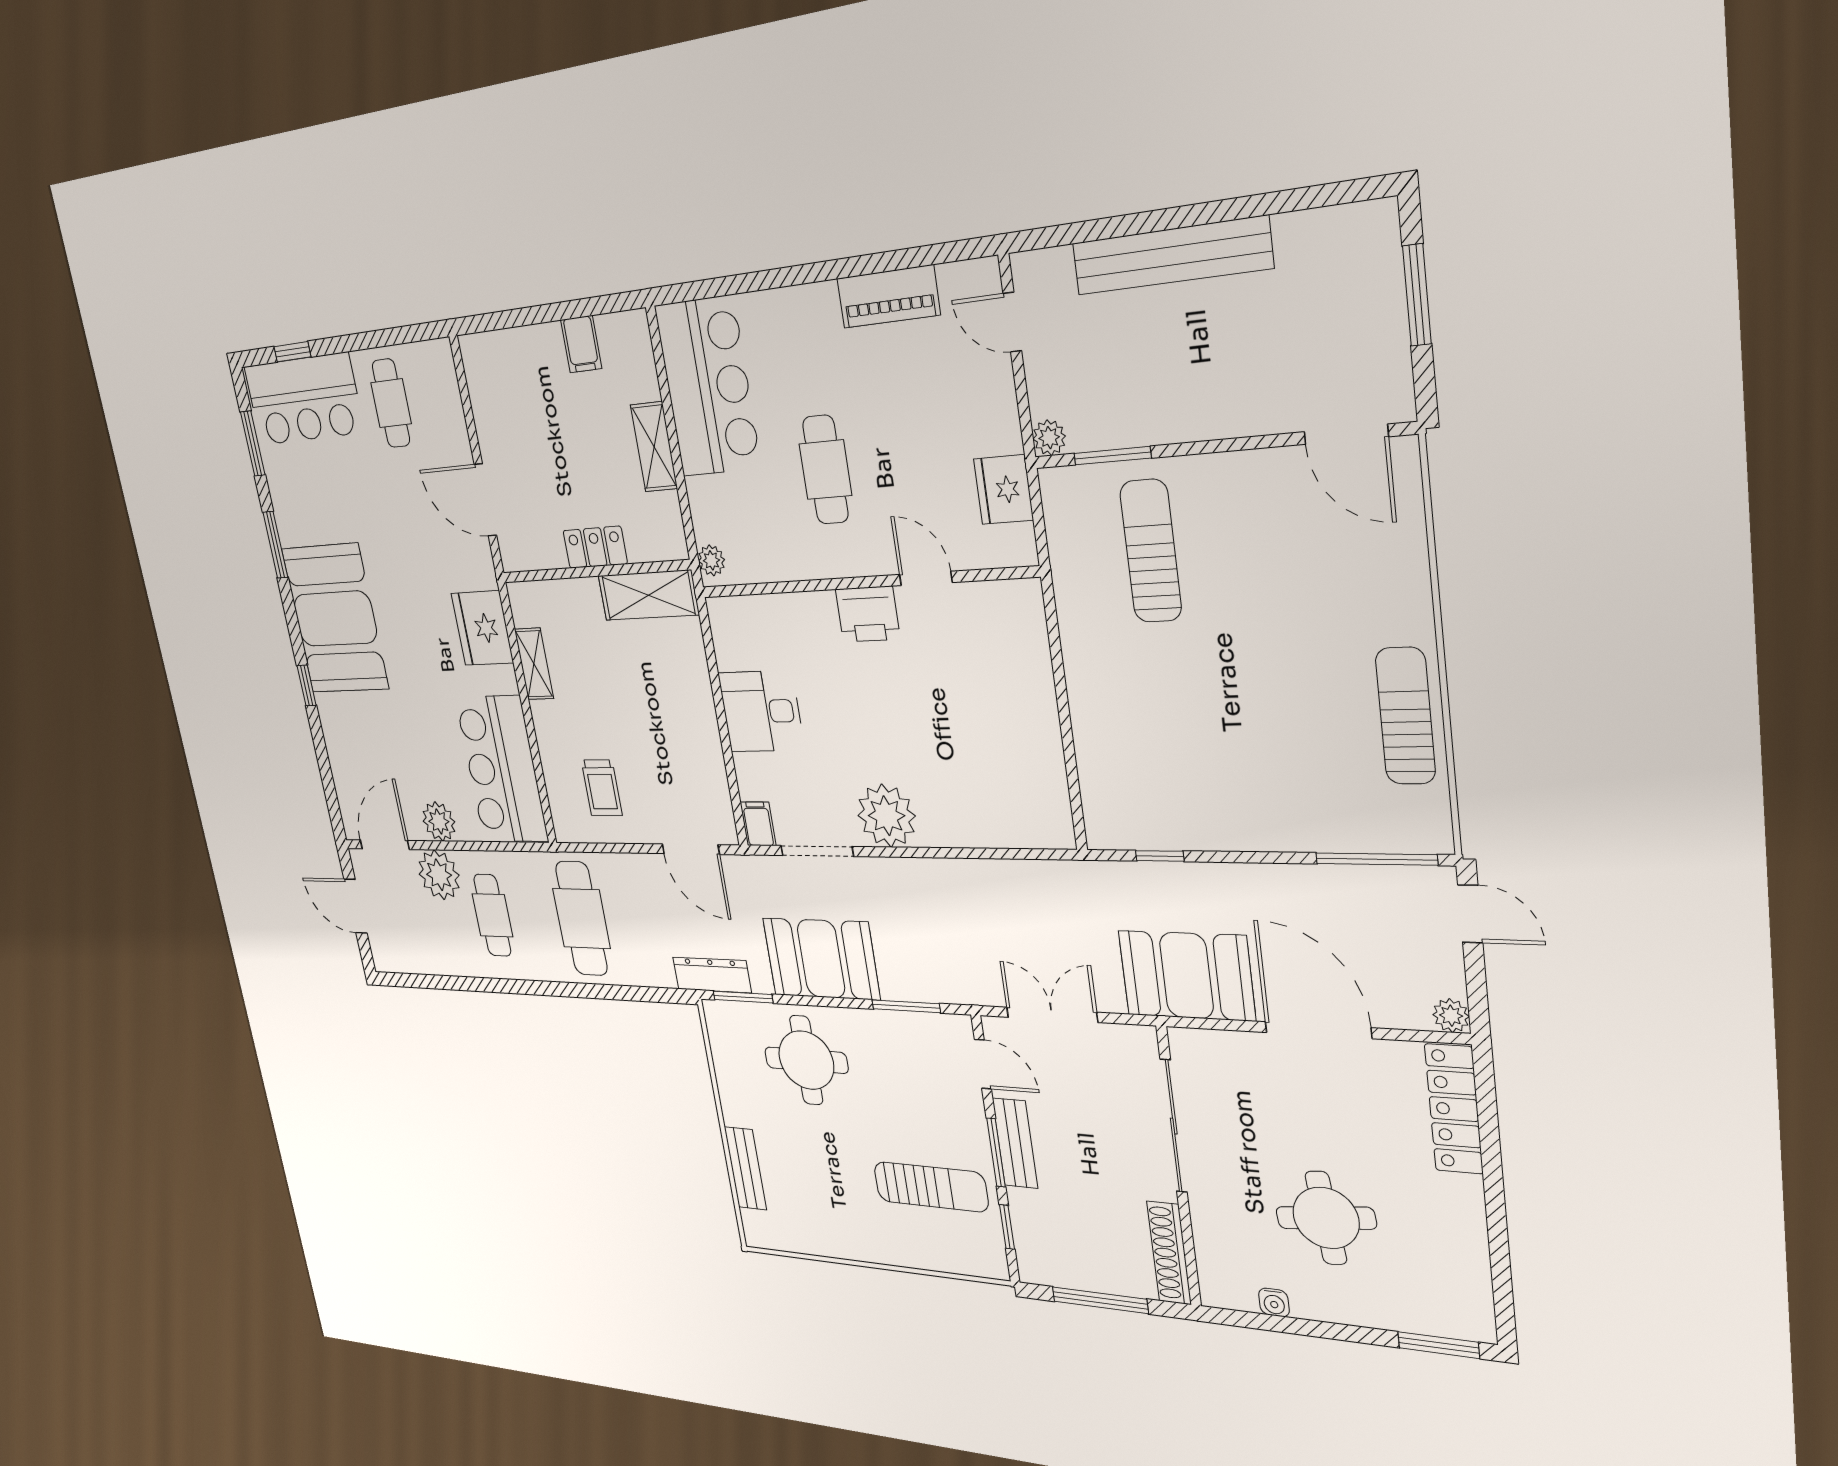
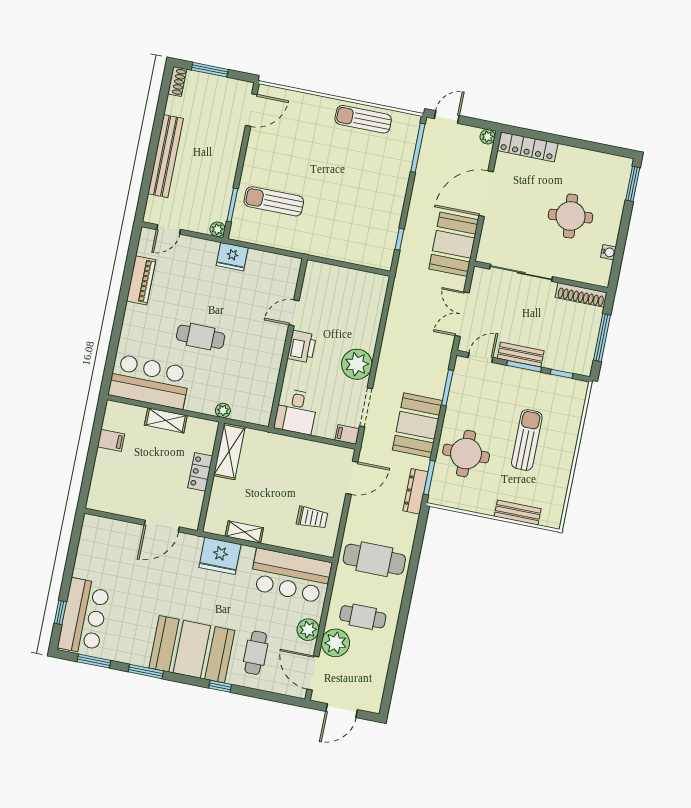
shoe rack: (1362, 220) -> (177, 82), added
cafe table: (391, 403) -> (256, 653), moved, turned 90
door: (926, 578) -> (294, 313), moved
wall: (864, 582) -> (288, 343), moved
printer: (868, 614) -> (302, 347), moved
sun lounger: (931, 1187) -> (527, 440), moved

